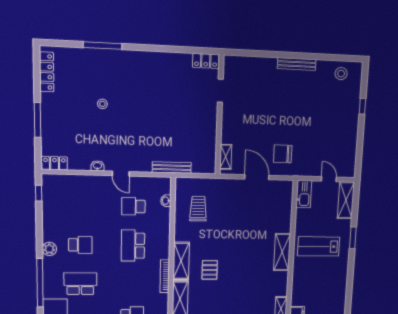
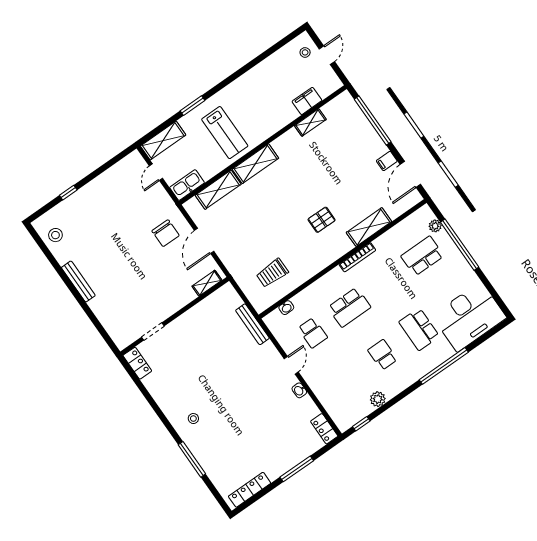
stool: (102, 104) -> (193, 419), moved
plant: (49, 249) -> (378, 399), moved
shelving: (181, 261) -> (218, 190), moved

